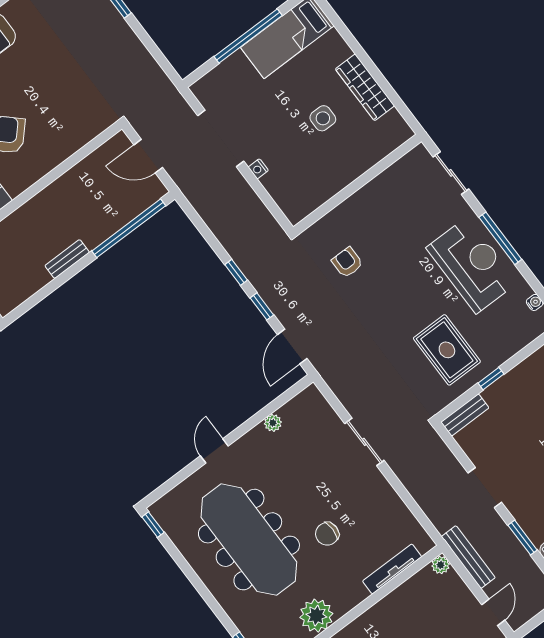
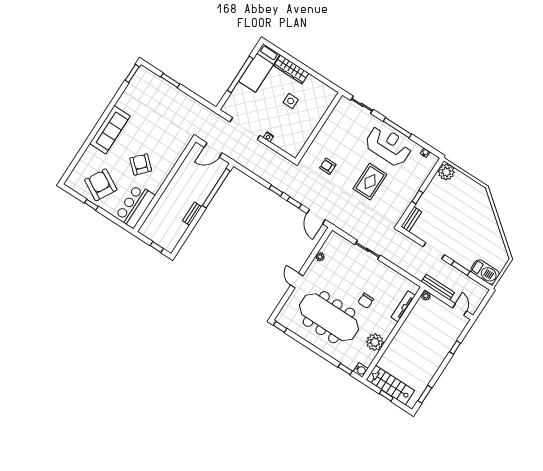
wardrobe: (365, 87) -> (291, 69), moved
rug: (447, 350) -> (370, 182), moved, turned 90

